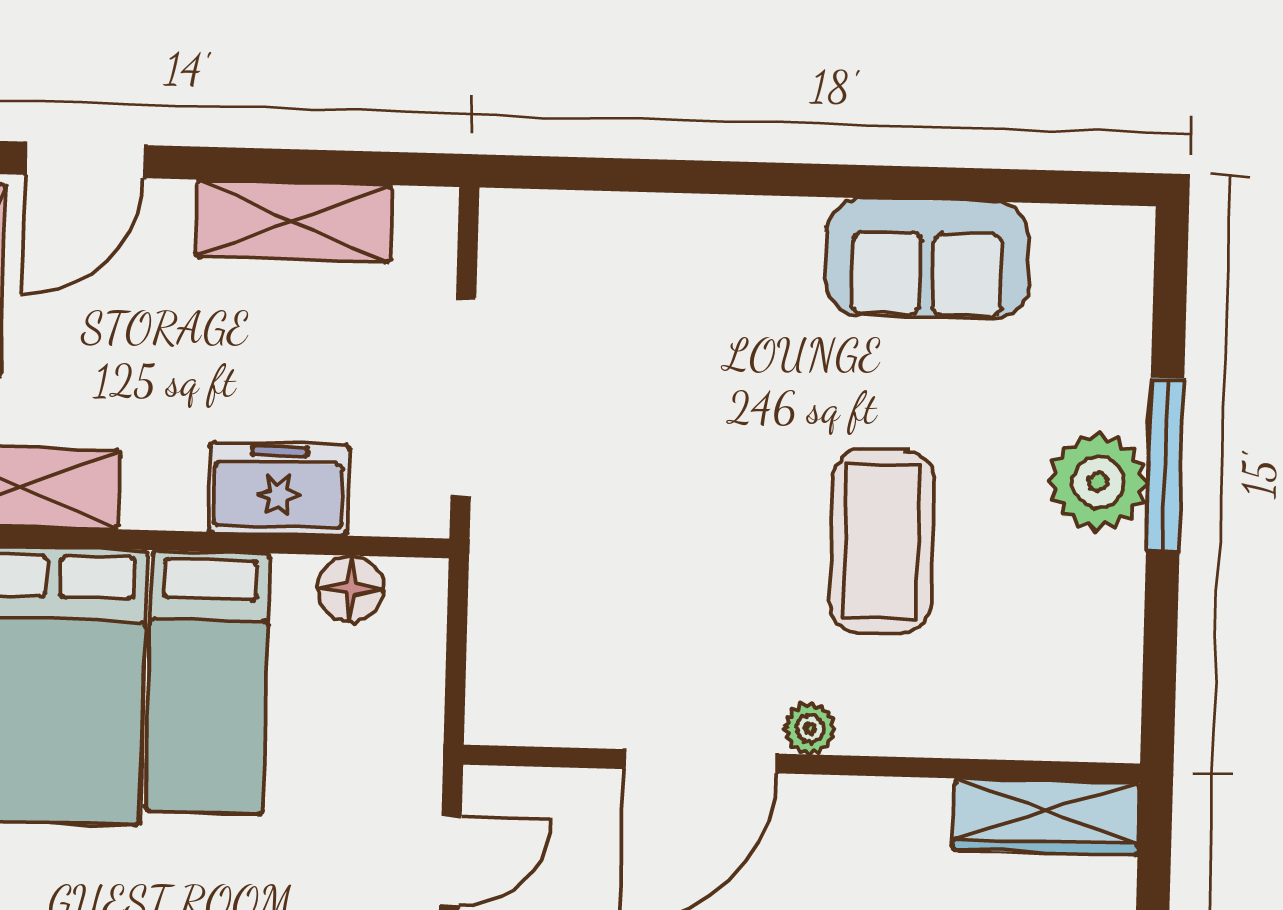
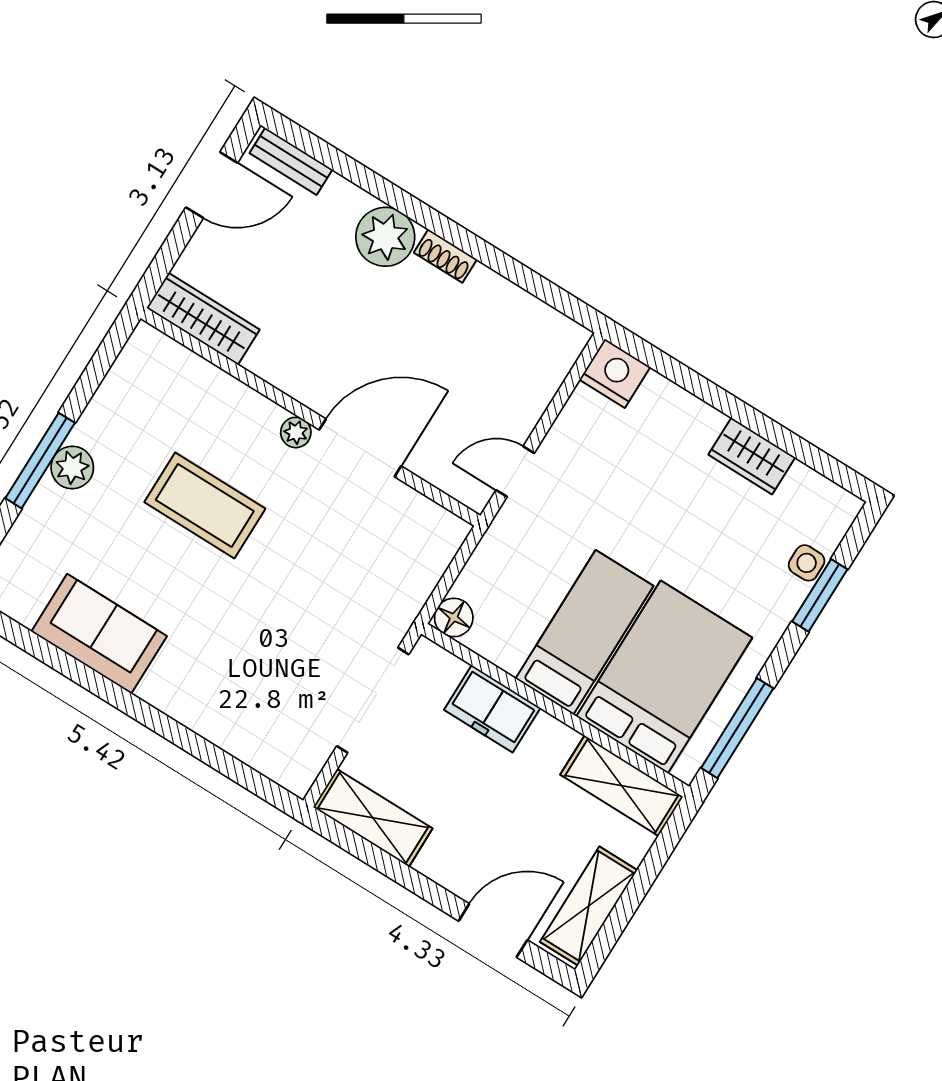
shelving: (294, 221) -> (373, 818), moved
plant: (1098, 482) -> (72, 467), width x0.73, depth x0.73
coffee table: (882, 541) -> (205, 505), turned 90
floor lamp: (350, 589) -> (454, 618), moved

